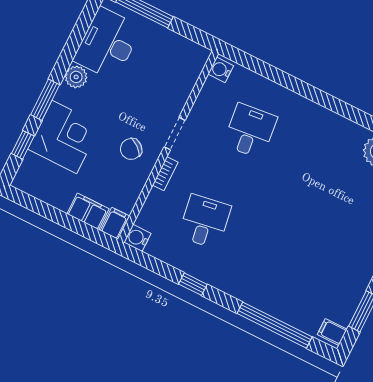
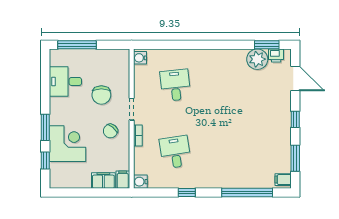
desk: (107, 44) -> (65, 81), width x0.73
plant: (76, 77) -> (57, 105), removed
chair: (143, 94) -> (101, 95), added

